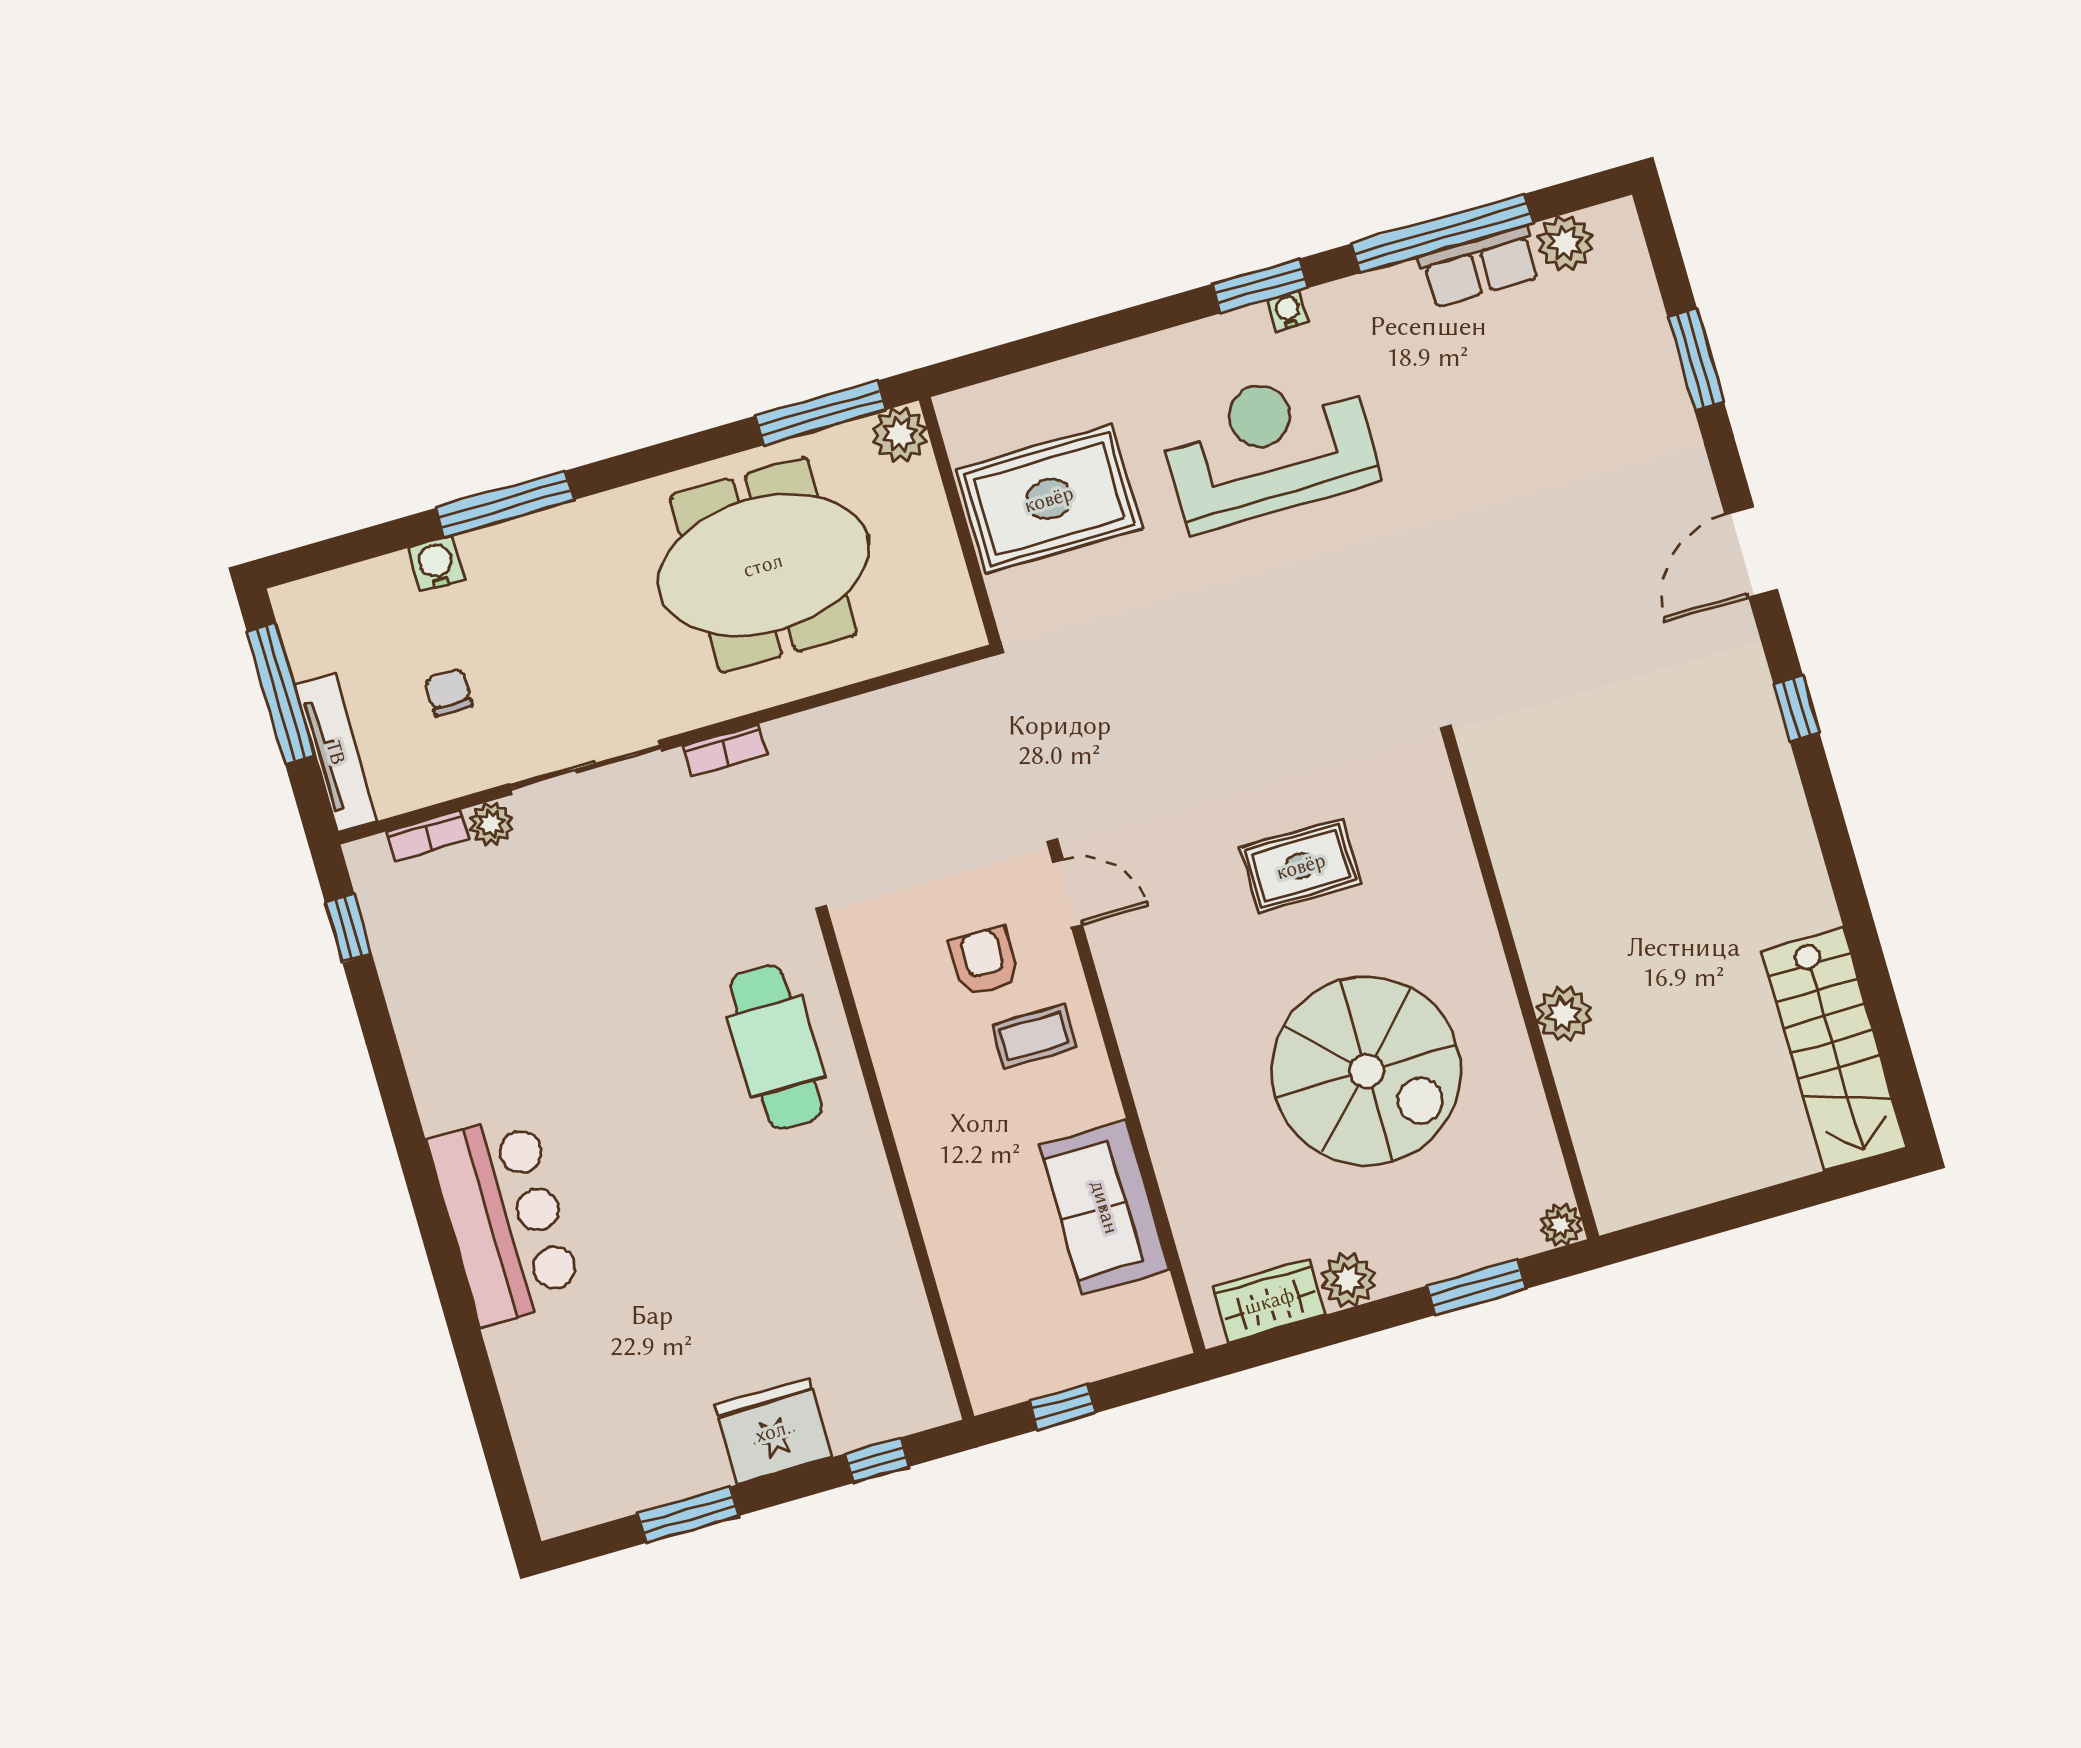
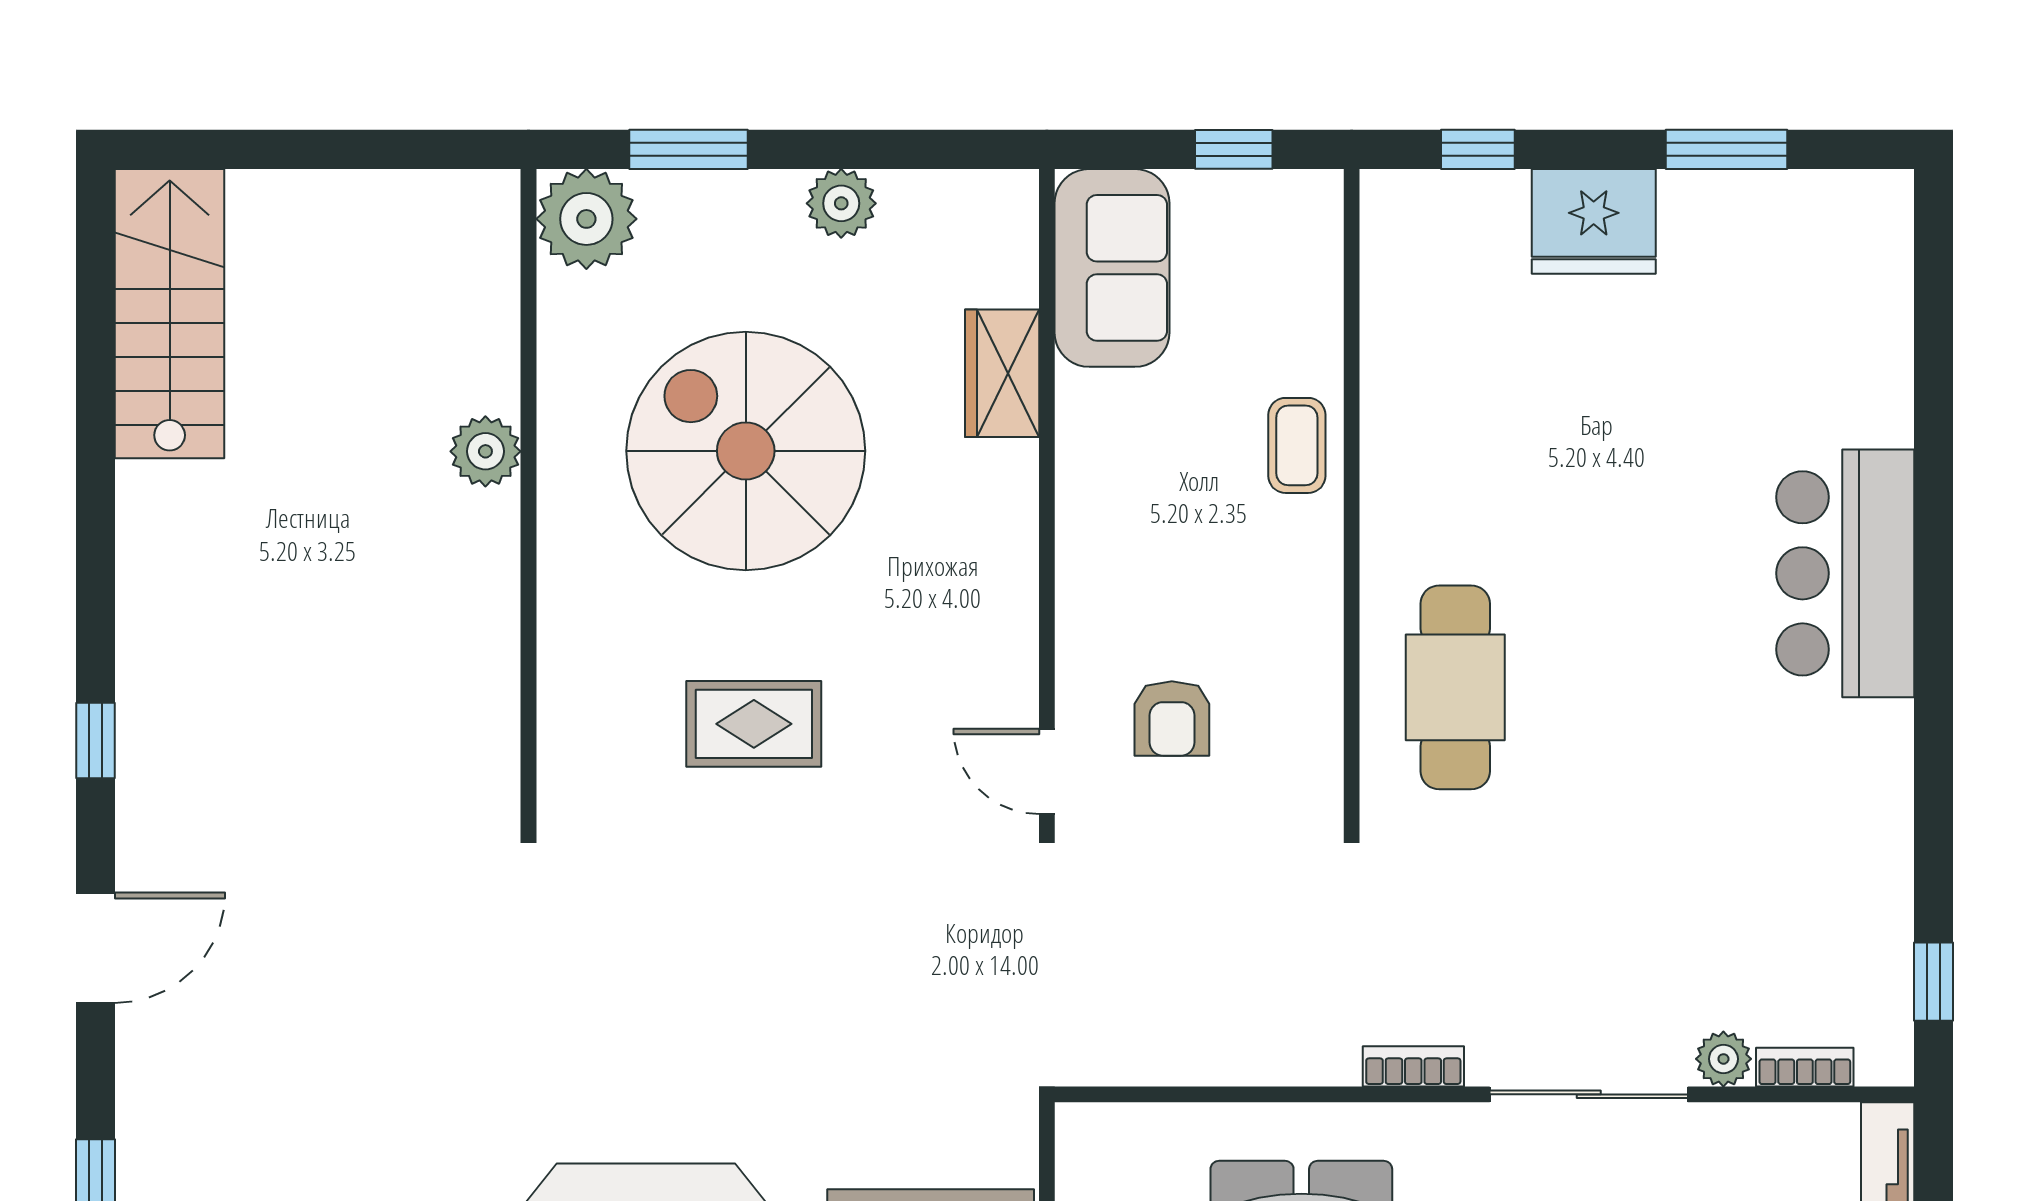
coffee table: (1034, 1036) -> (1297, 445), moved, turned 90
sofa: (1105, 1207) -> (1112, 268), moved
plant: (1561, 1225) -> (586, 219), width x1.87, depth x1.87
wardrobe: (1269, 1301) -> (1002, 373), moved, turned 90

